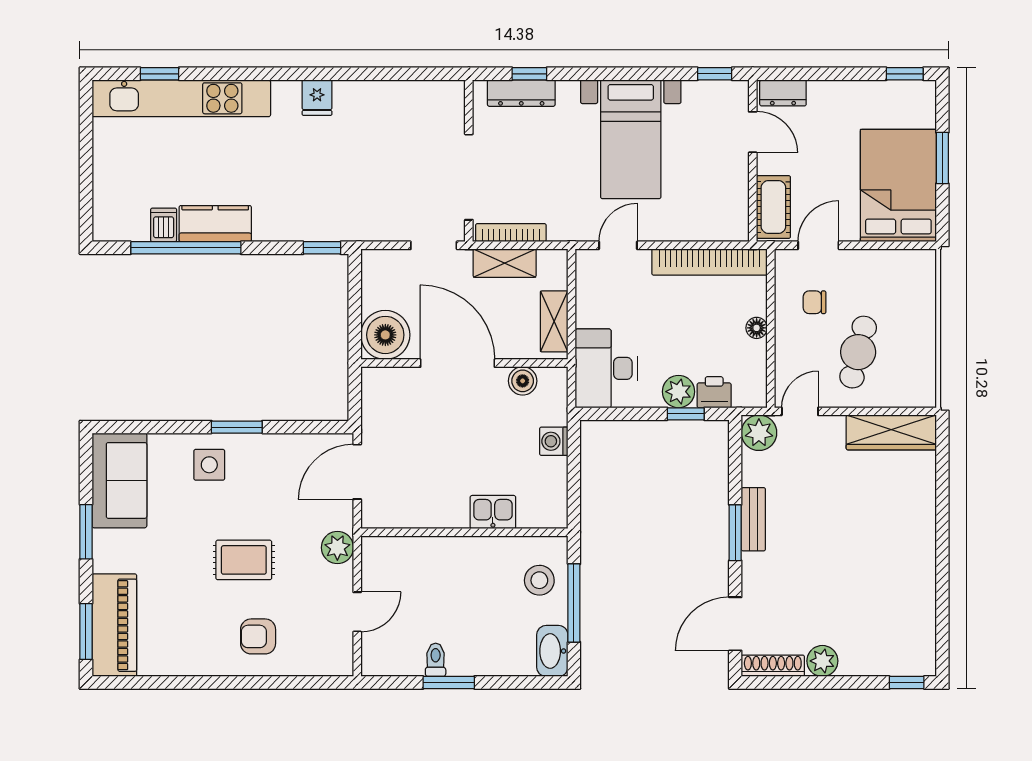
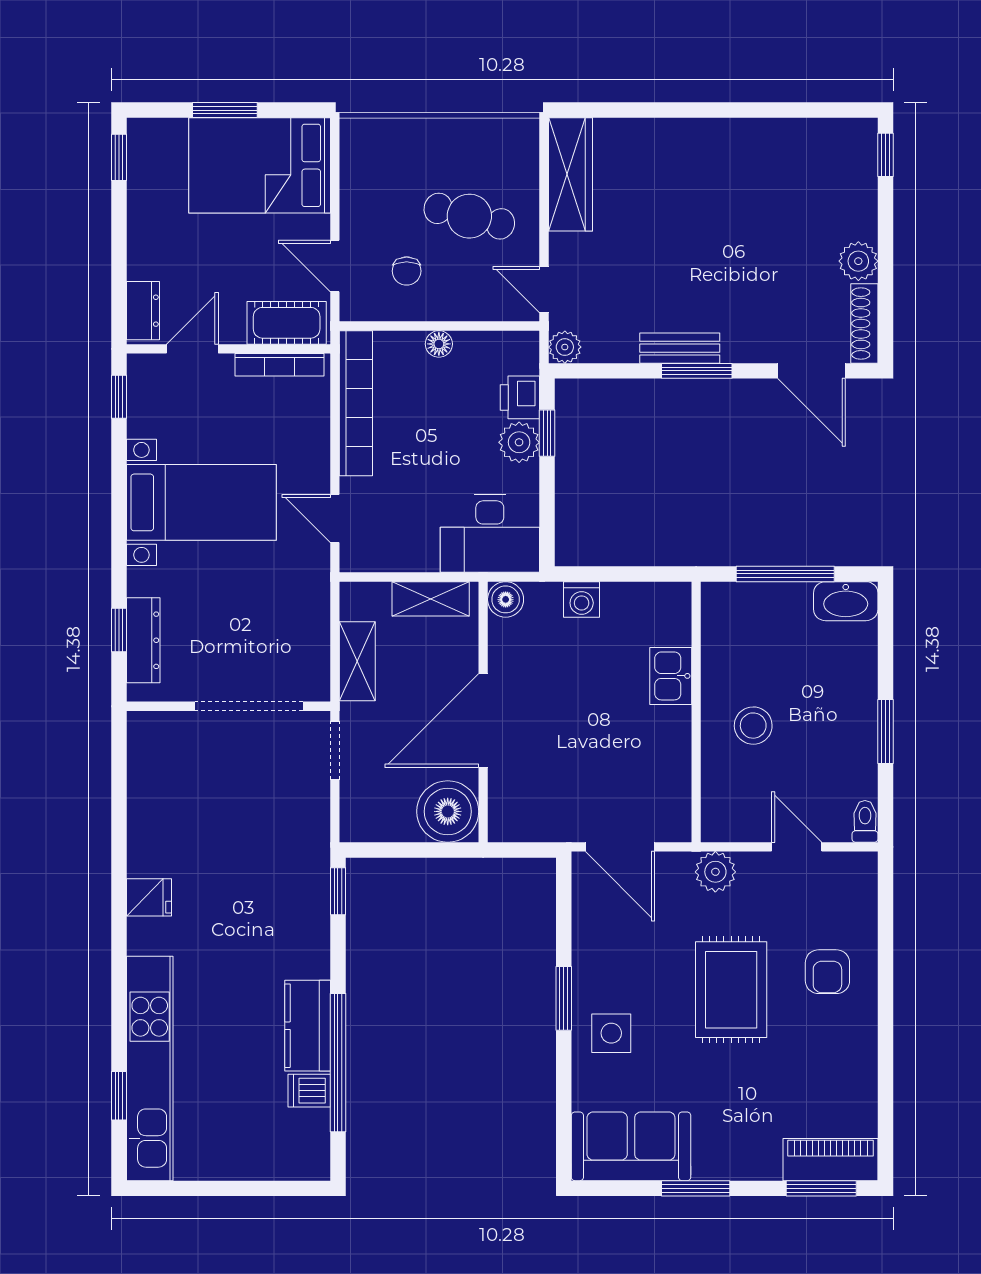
bookcase: (511, 233) -> (279, 365), moved, turned -90
boiler: (523, 381) -> (506, 599), moved
plant: (759, 433) -> (565, 347), width x0.73, depth x0.73
rug: (244, 560) -> (731, 990), width x1.36, depth x1.43
stool: (539, 580) -> (753, 726), moved
piano: (114, 625) -> (831, 1160), width x0.73, depth x0.75
toilet: (436, 660) -> (865, 821), moved, turned 90

